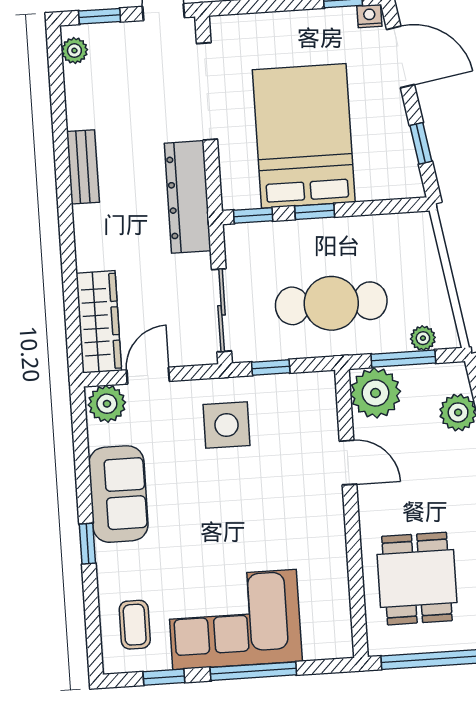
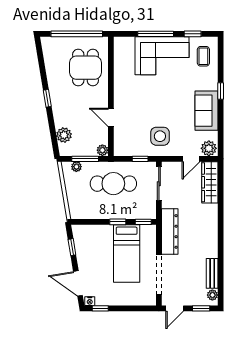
bed: (304, 136) -> (127, 253), width x0.67
bench: (83, 167) -> (212, 273), moved
plant: (375, 393) -> (102, 150), width x0.53, depth x0.53

